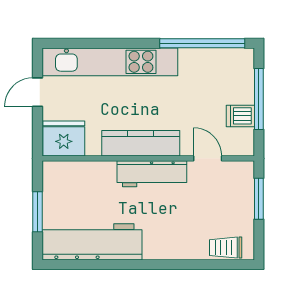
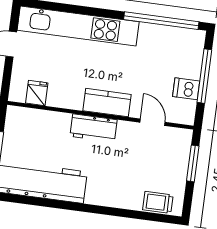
fridge: (64, 139) -> (37, 93), width x0.53, depth x0.75
kitchen counter: (141, 143) -> (107, 103), width x0.67
workbench: (152, 174) -> (94, 128), width x0.73

